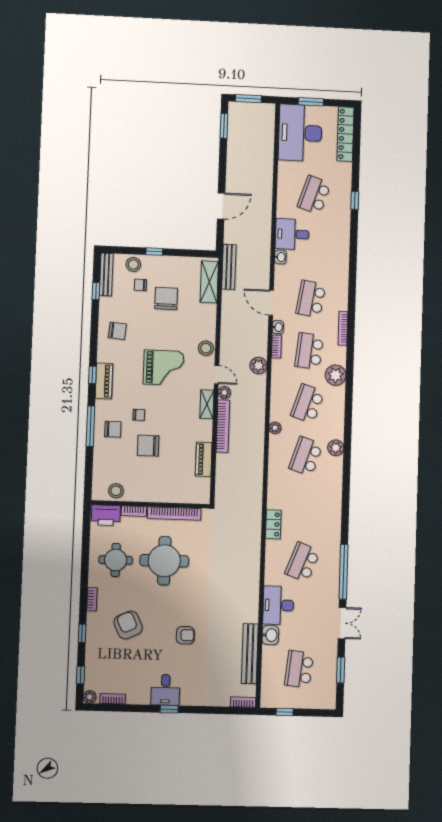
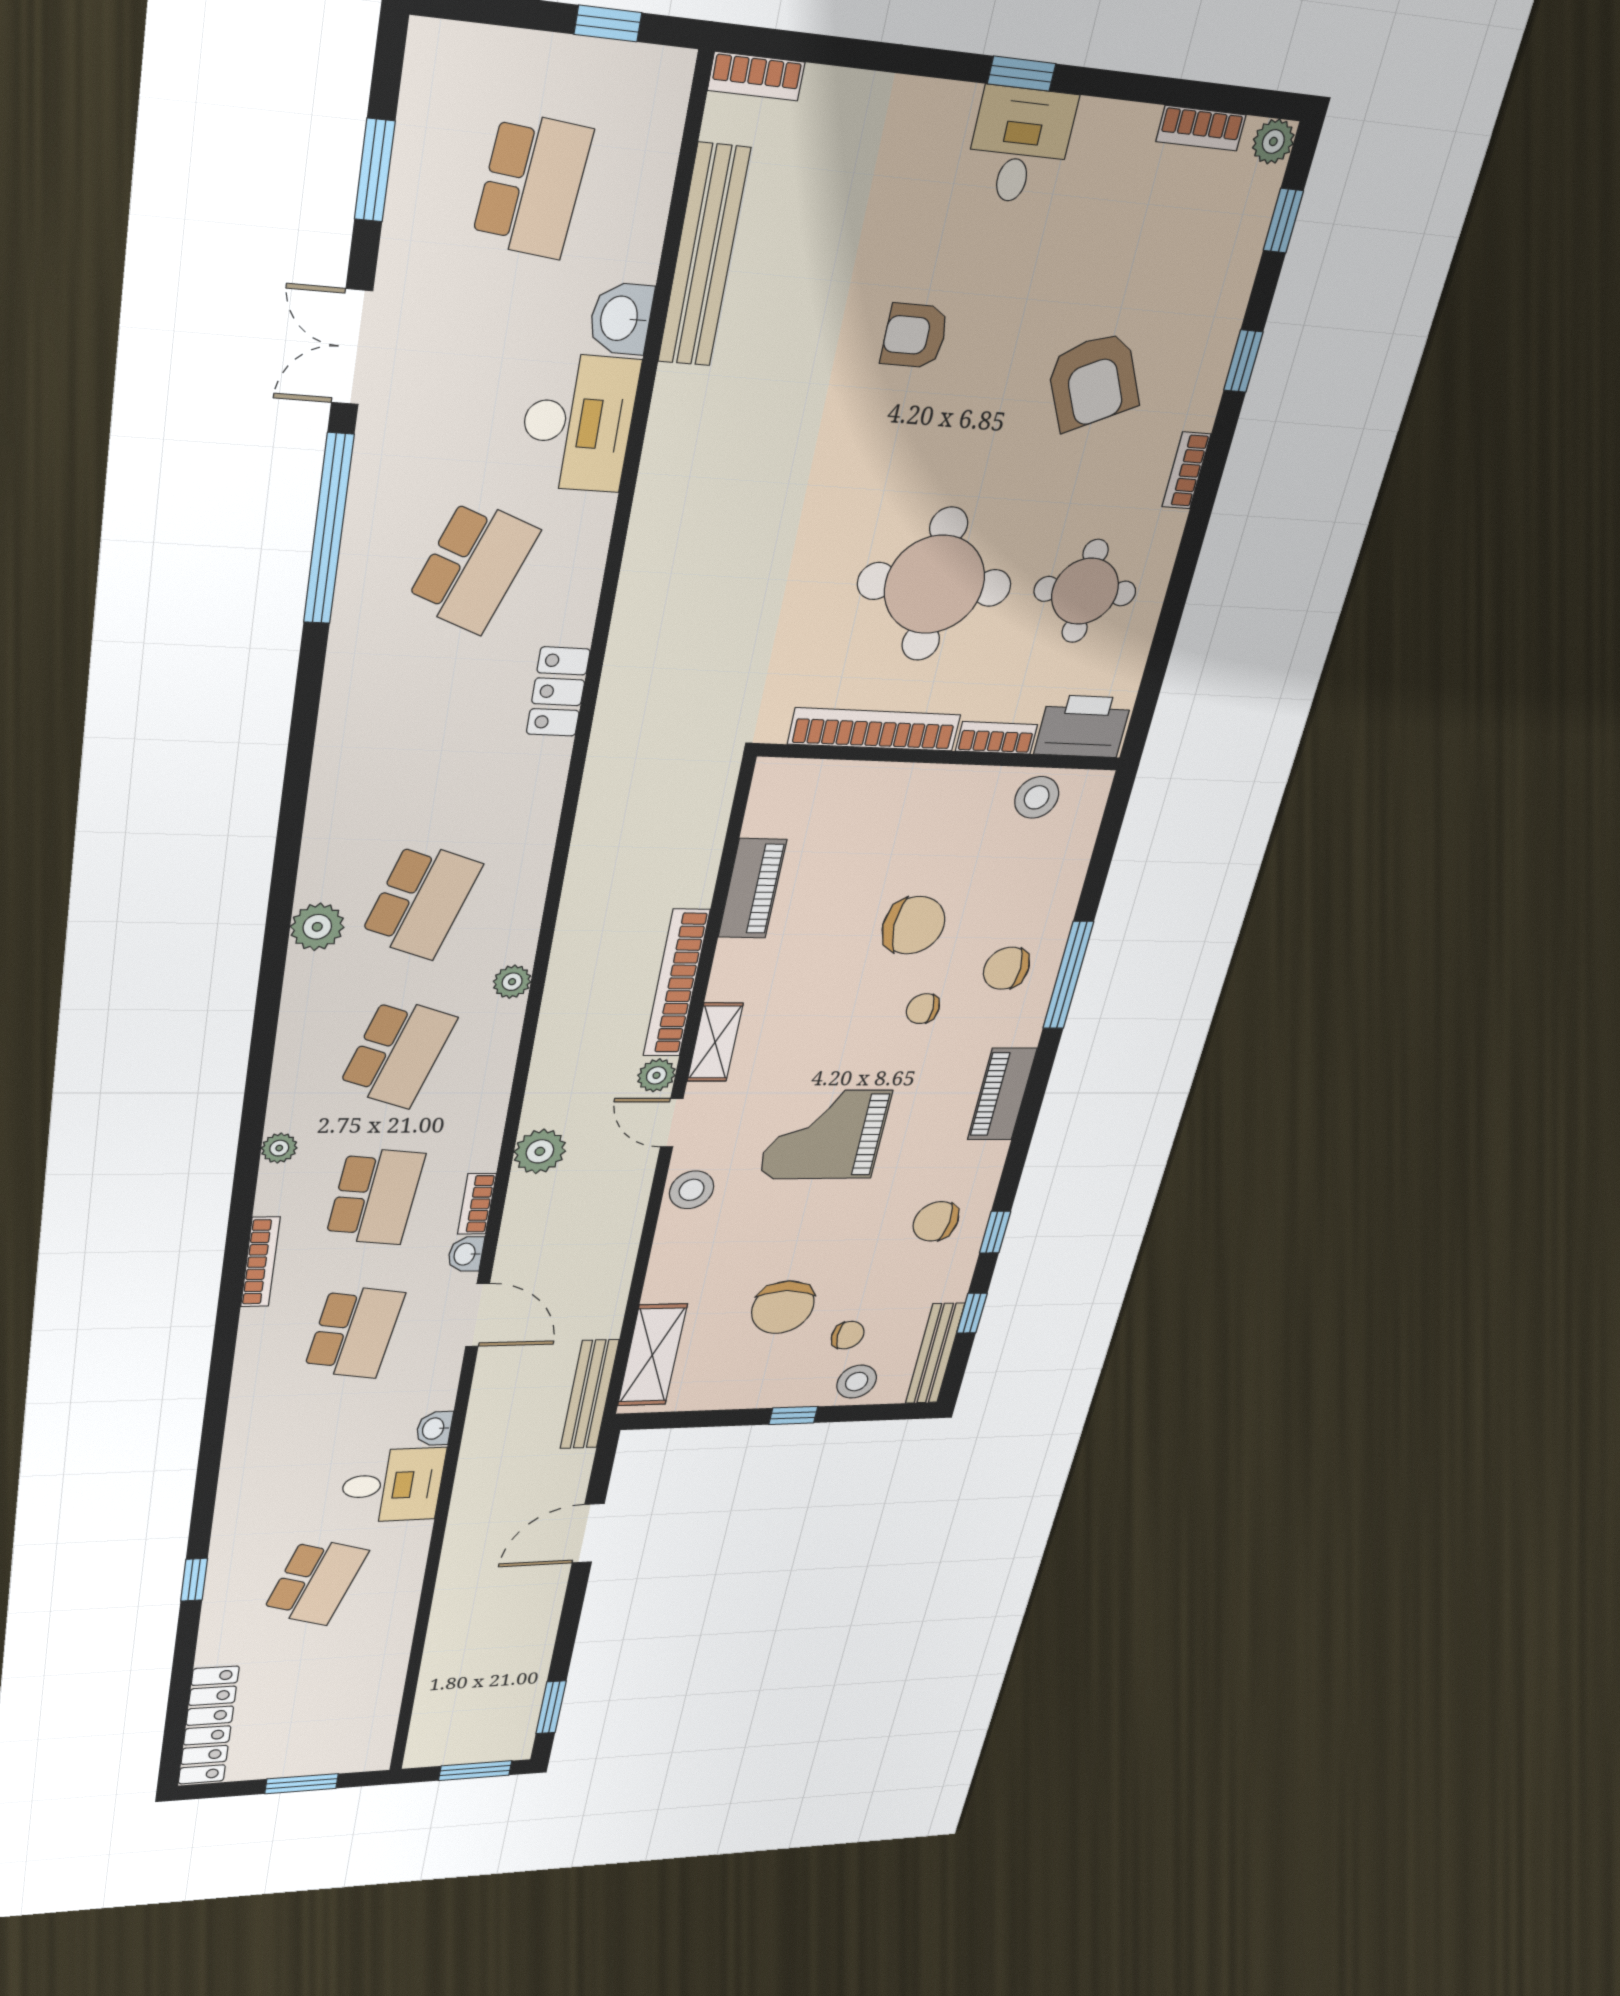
desk: (300, 133) -> (340, 1715), removed
window: (92, 375) -> (995, 1232), moved
plant: (336, 375) -> (279, 1148), width x0.53, depth x0.53

